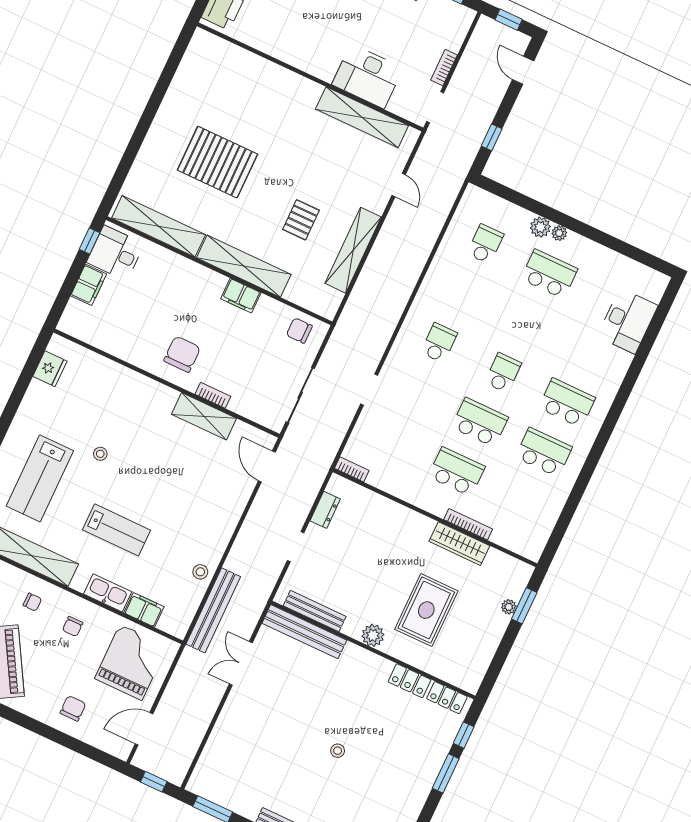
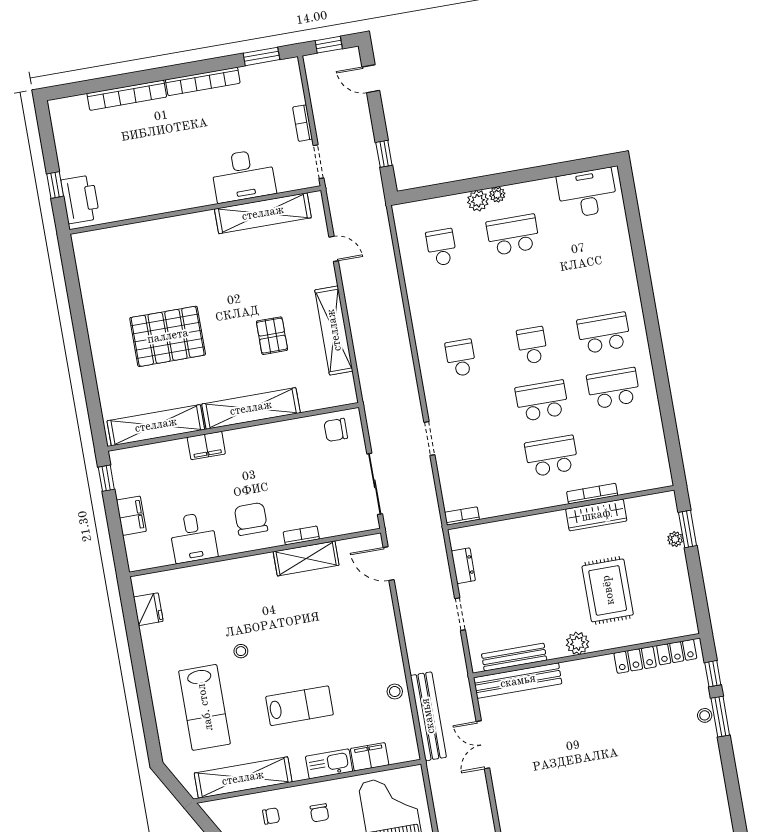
desk: (115, 253) -> (193, 538), moved, turned -90
filing cabinet: (241, 296) -> (206, 446), moved
desk: (627, 321) -> (587, 193), moved, turned -90
stool: (338, 751) -> (705, 715), moved

